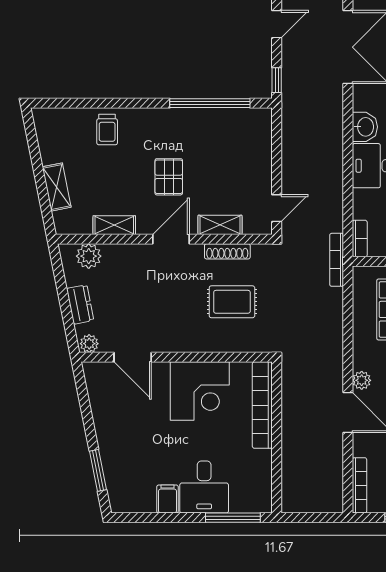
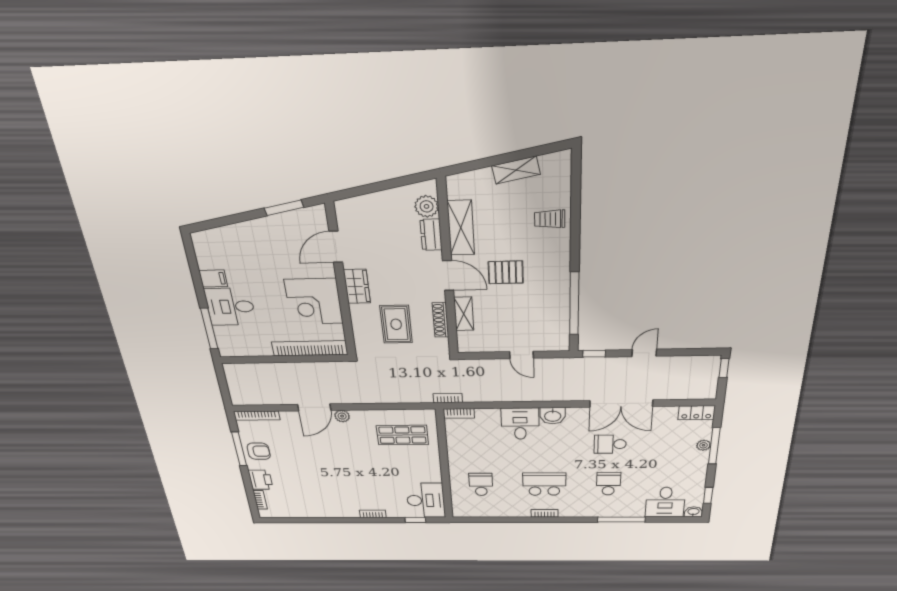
door: (277, 24) -> (644, 353), swing flipped
shelving: (57, 187) -> (516, 170), moved
door: (277, 208) -> (522, 355), moved
shelving: (114, 225) -> (461, 228), width x1.50, depth x1.33
bookcase: (337, 260) -> (448, 398), width x0.64
dresser: (80, 304) -> (431, 235), moved, turned 101
wardrobe: (182, 340) -> (357, 286), added
plant: (89, 344) -> (343, 209), removed
window: (98, 470) -> (284, 208), moved

